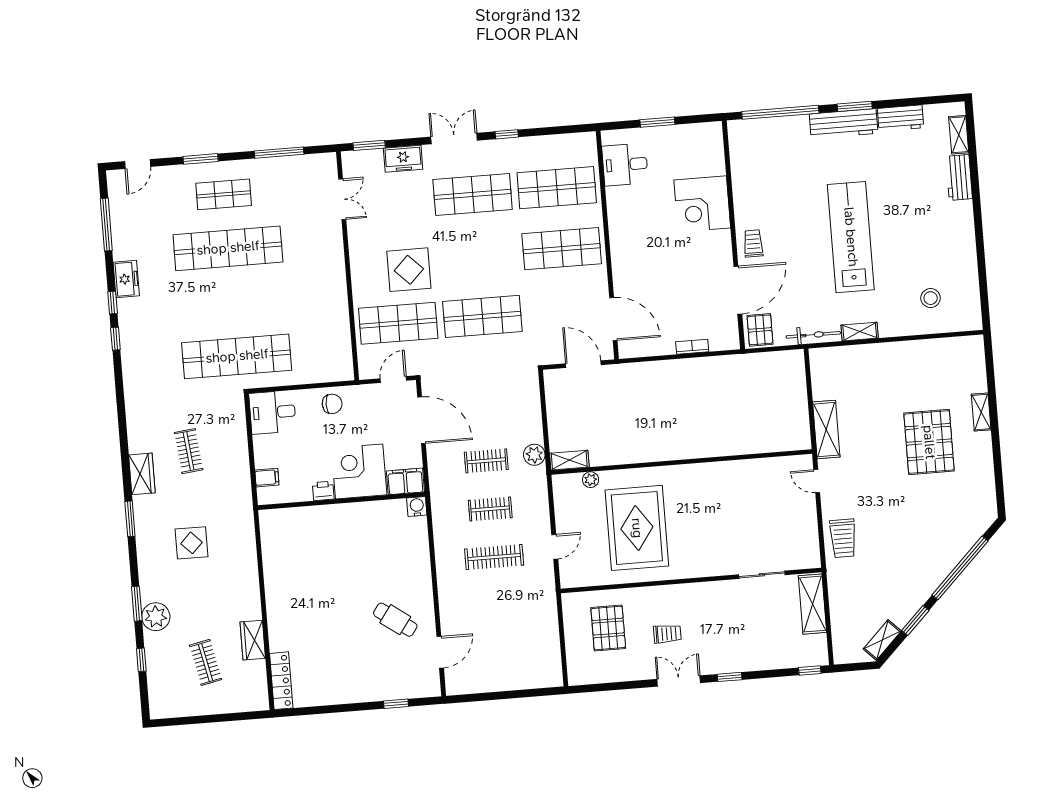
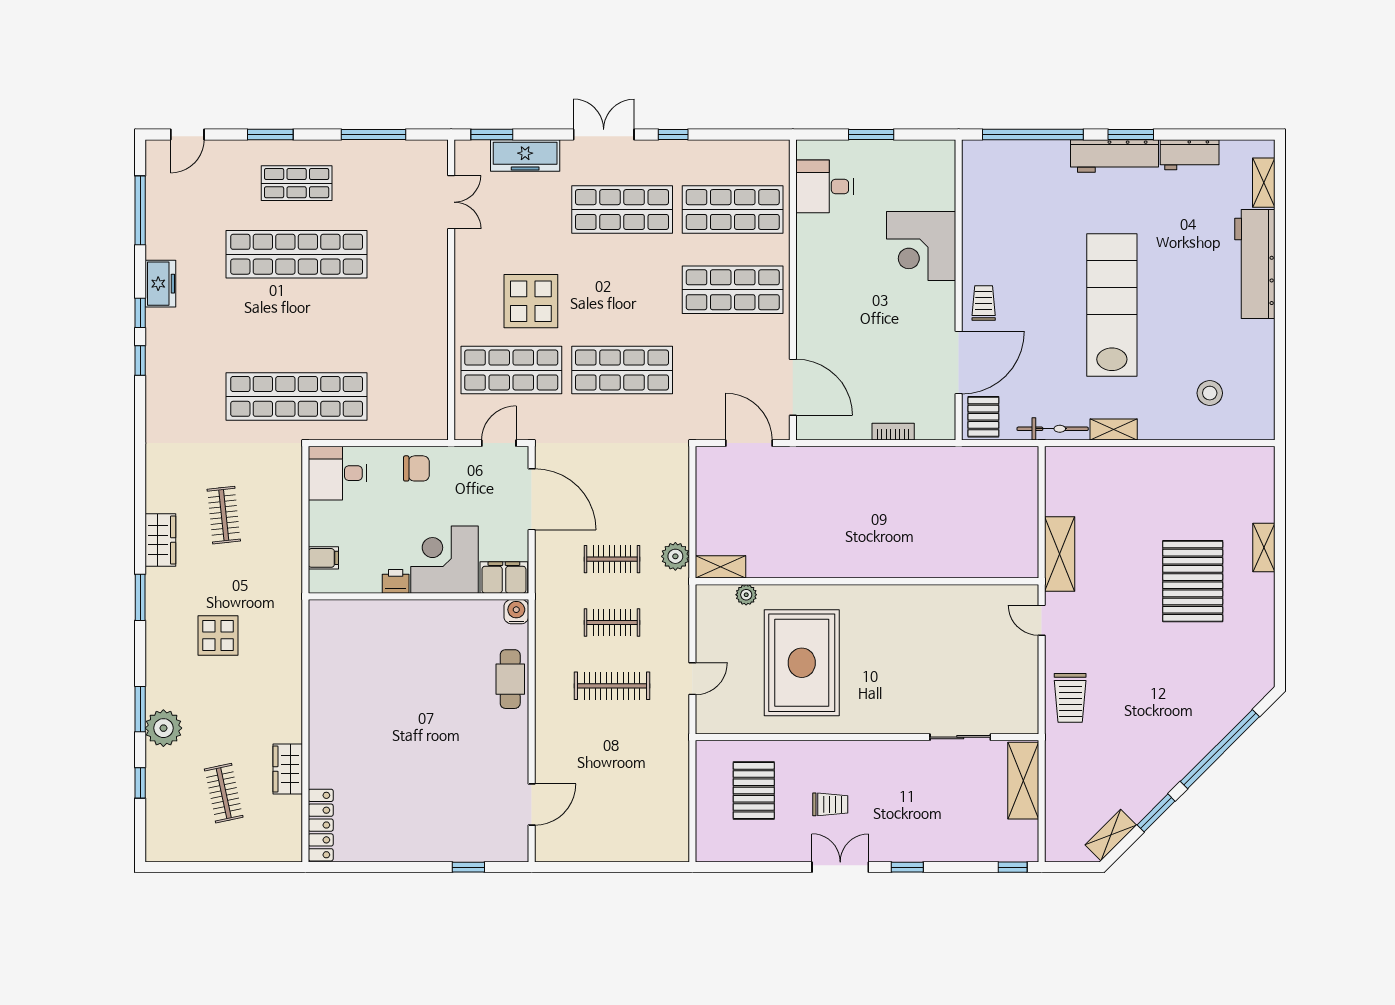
freezer: (403, 159) -> (525, 155), width x1.40
workbench: (959, 177) -> (1255, 264), width x1.88, depth x1.32
cafe table: (395, 620) -> (510, 679), moved, turned 54

